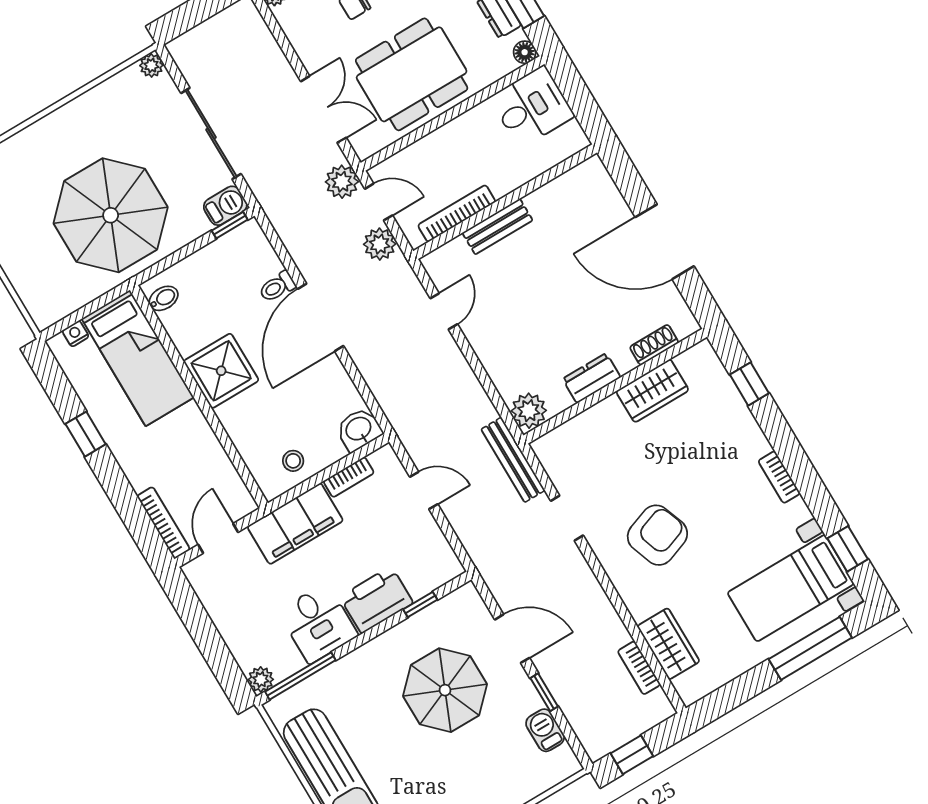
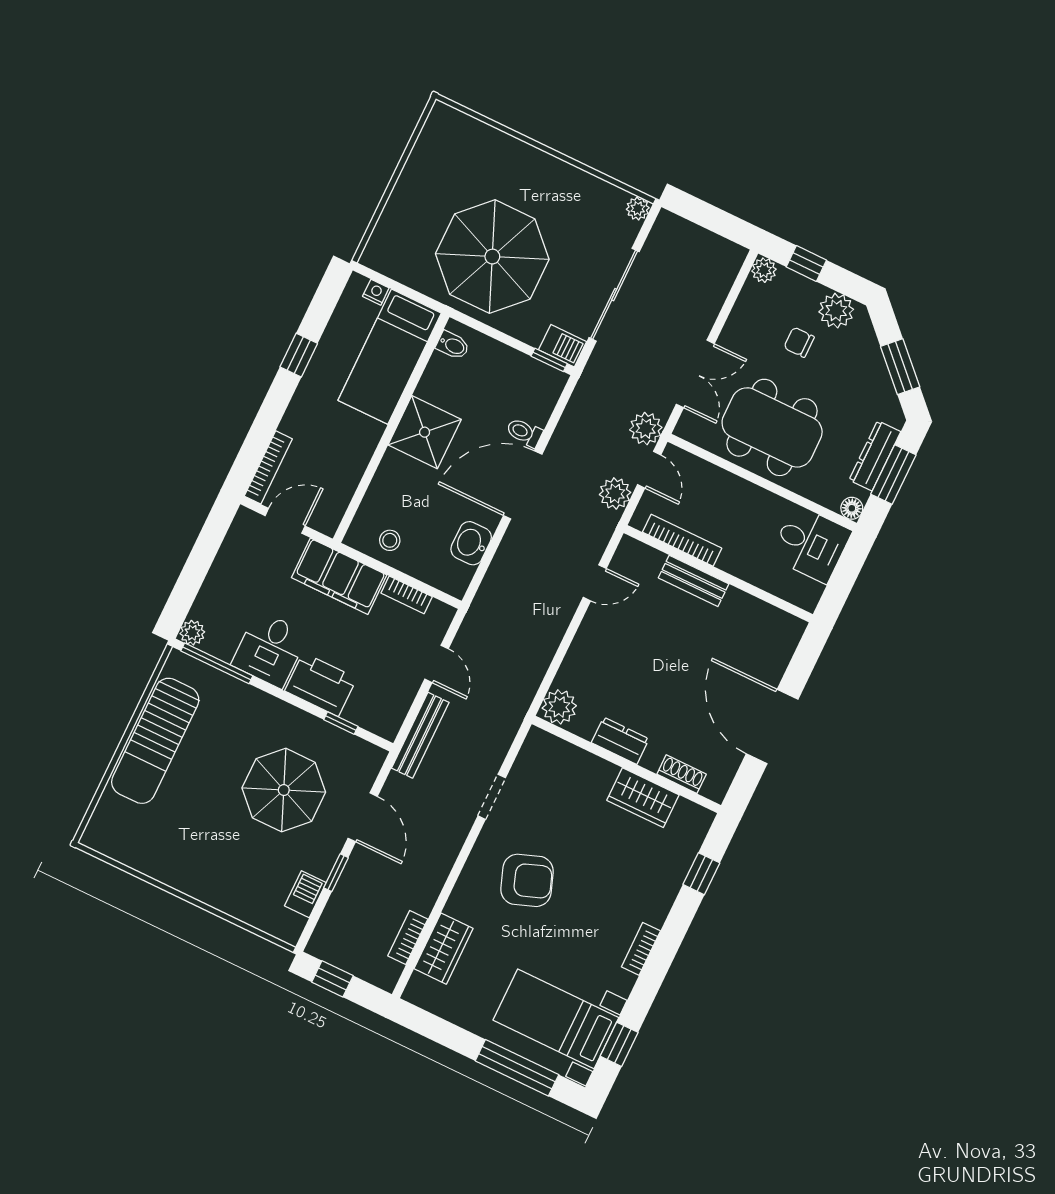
washbasin: (359, 429) -> (471, 543), moved, turned -90
bench: (513, 460) -> (420, 735), moved

